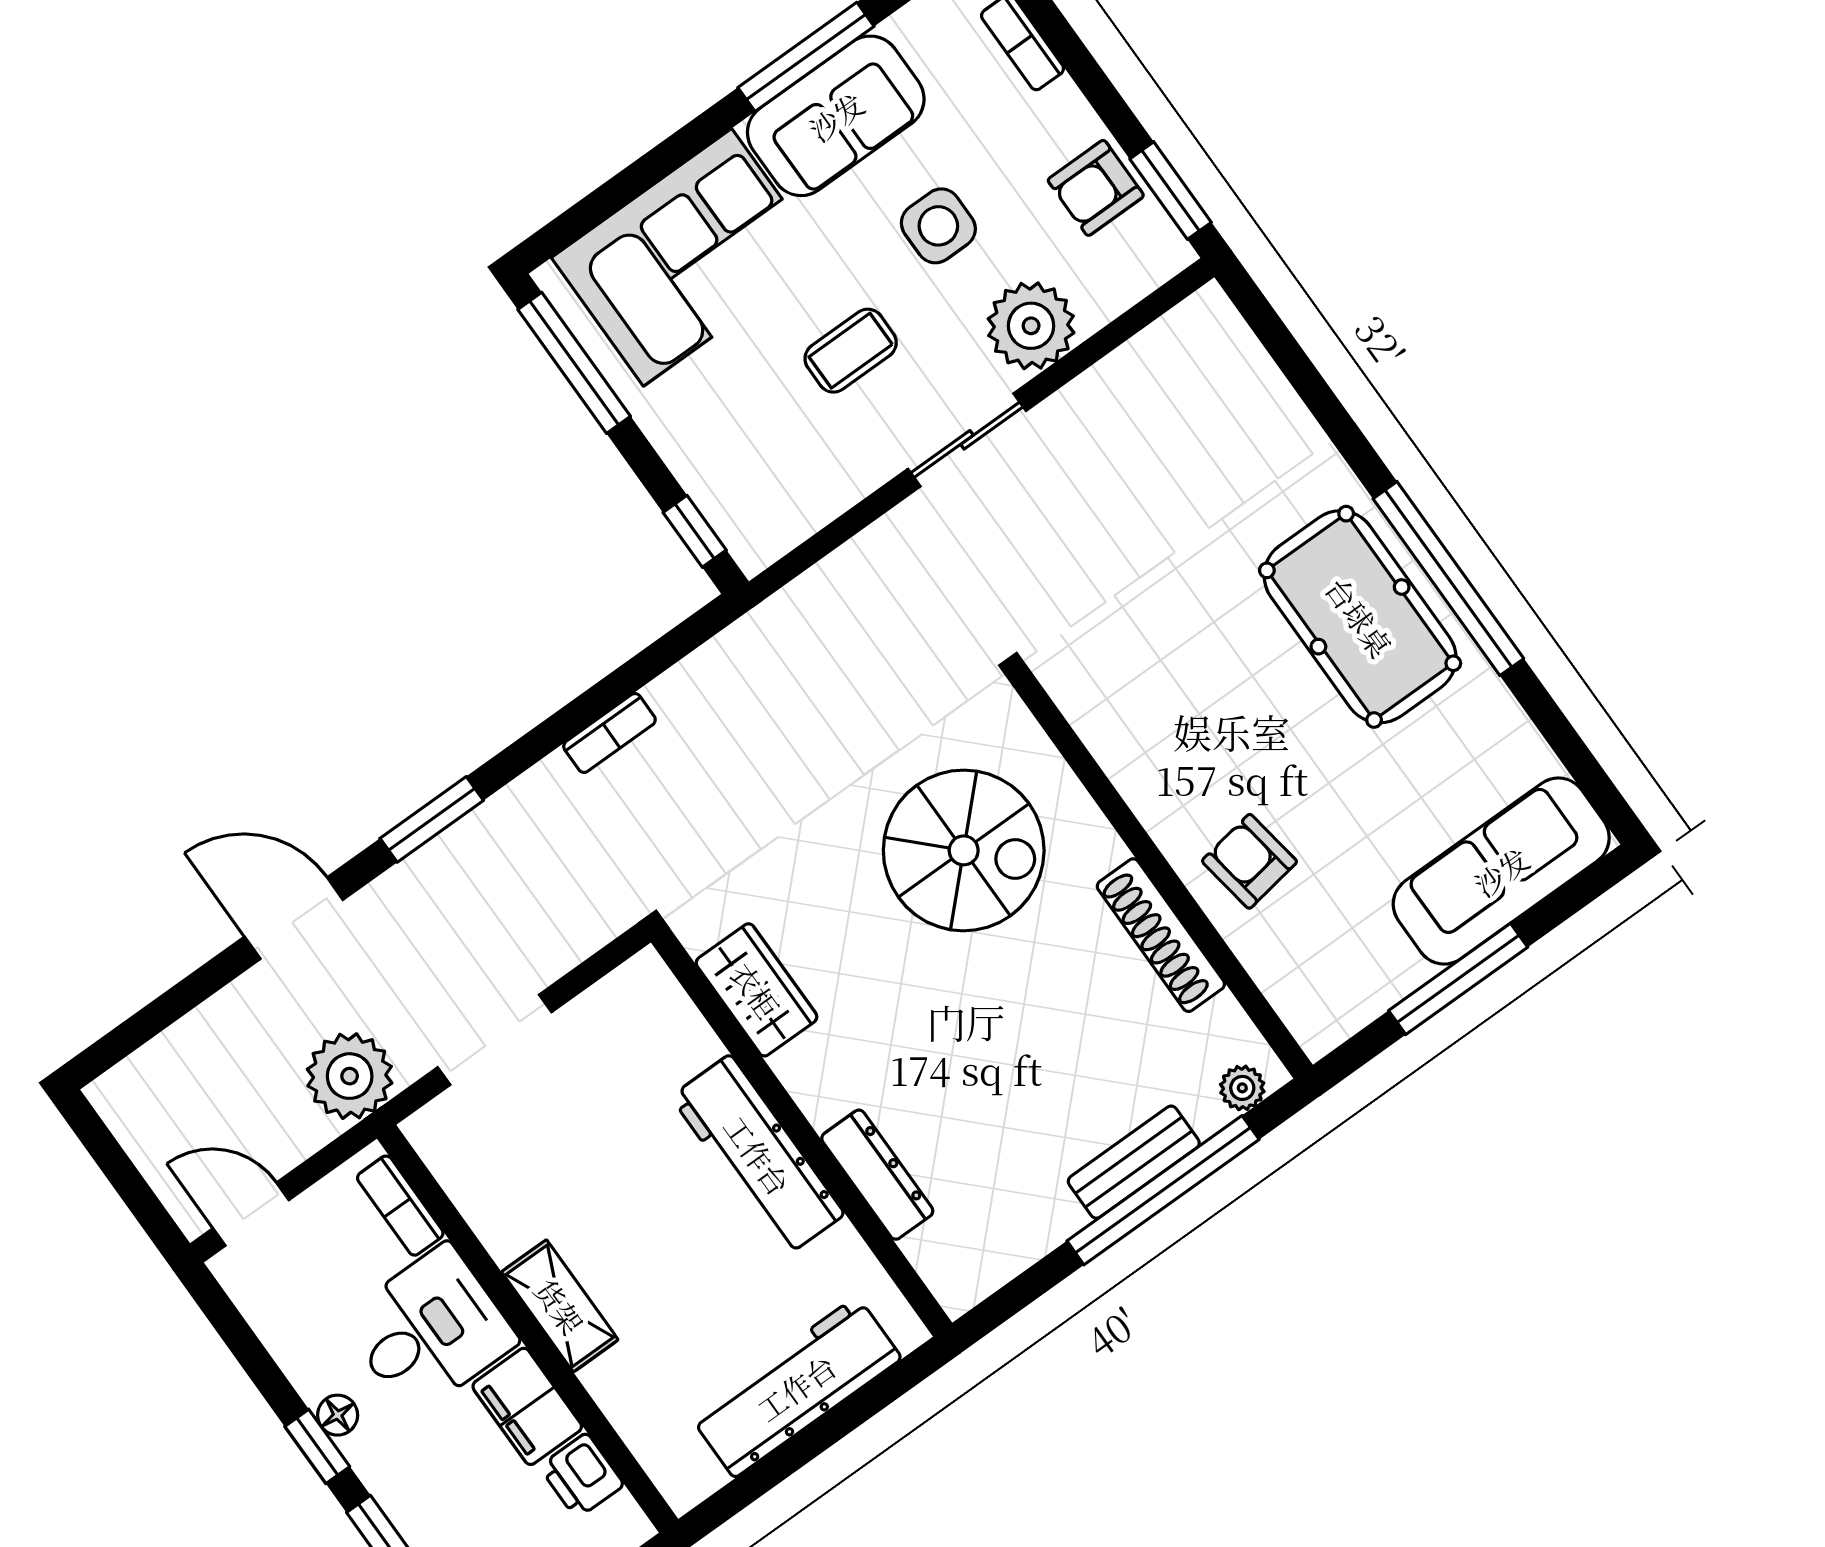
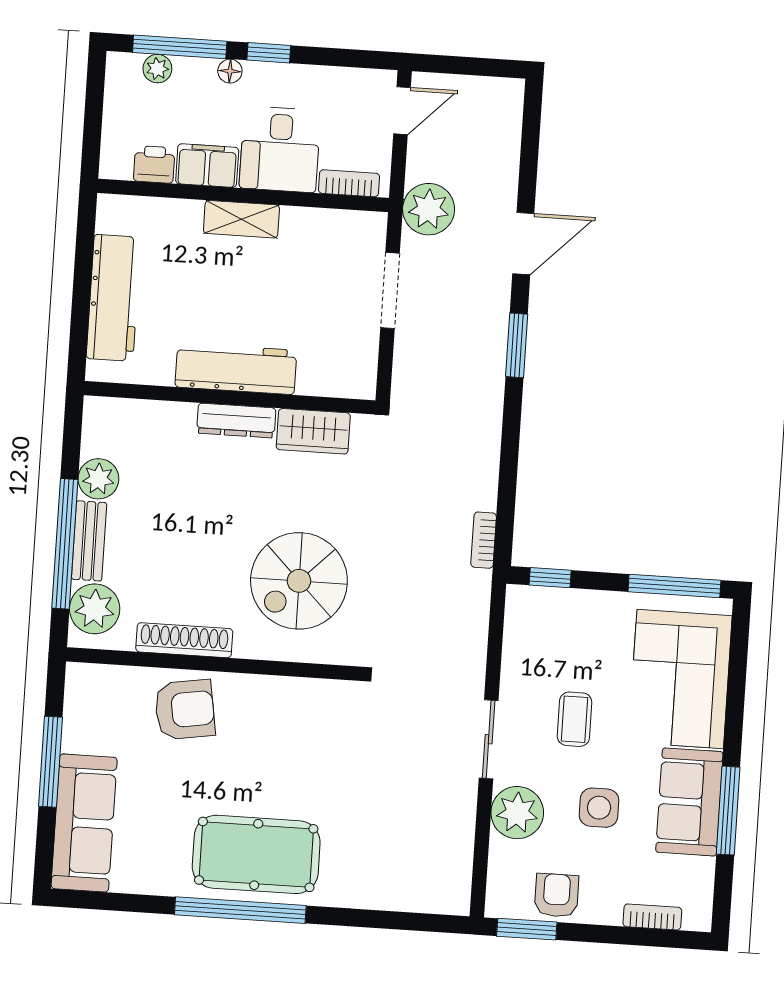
bookcase: (609, 733) -> (484, 540), moved
armchair: (1249, 861) -> (185, 710), width x1.38, depth x1.38
plant: (1242, 1088) -> (95, 609), width x1.88, depth x1.88
dresser: (877, 1175) -> (236, 421), moved
plant: (1044, 1216) -> (98, 479), added
floor lamp: (338, 1415) -> (230, 71), moved

